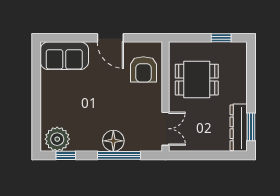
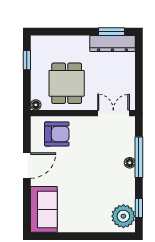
floor lamp: (174, 47) -> (36, 105), added
floor lamp: (113, 141) -> (130, 163), width x0.53, depth x0.53

